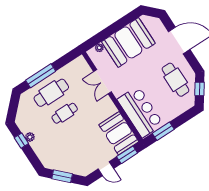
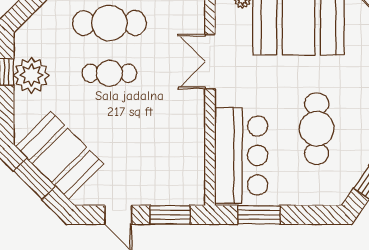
cafe table: (176, 80) -> (317, 129), moved
booth: (119, 133) -> (59, 155), moved, turned -45
plant: (30, 137) -> (31, 75), width x1.87, depth x1.87

